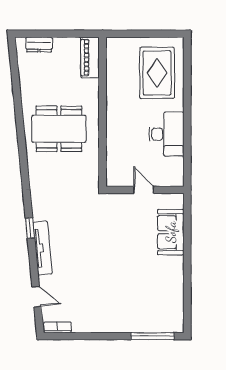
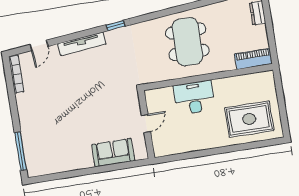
desk: (167, 134) -> (194, 98), moved, turned 180
window: (30, 228) -> (116, 26), moved
bookcase: (57, 327) -> (16, 74), width x1.56

